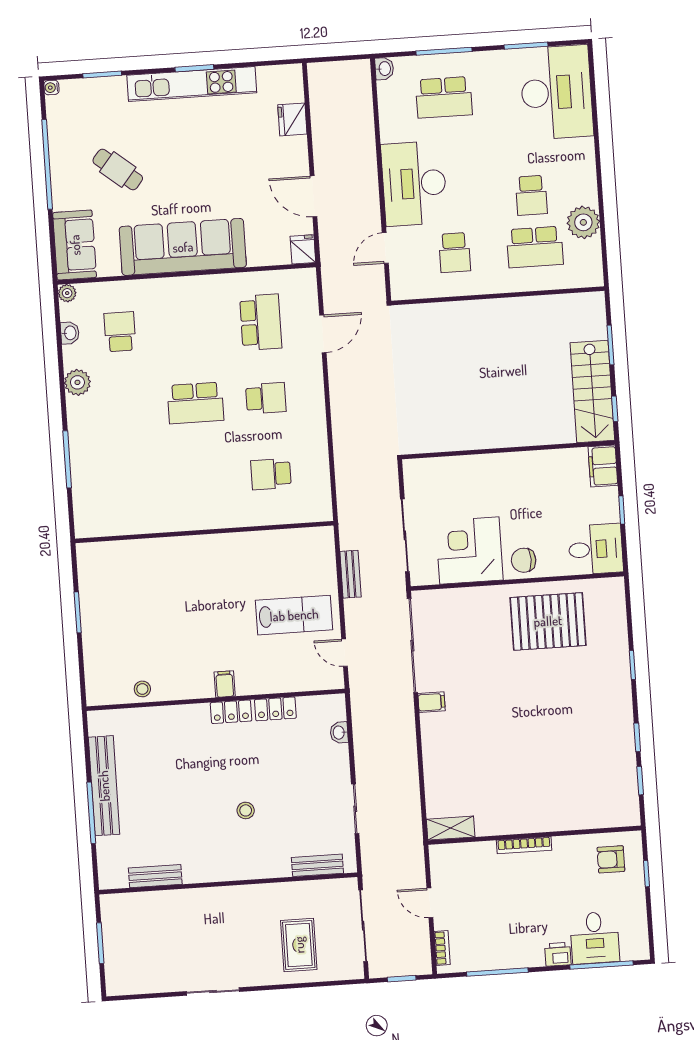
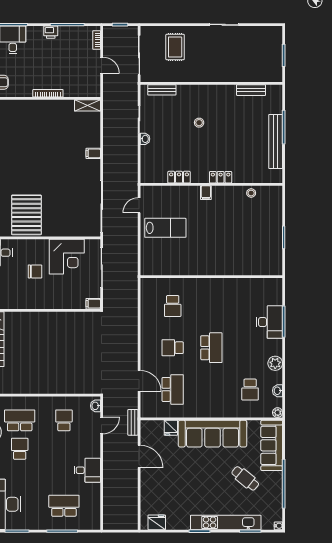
washbasin: (384, 69) -> (95, 406), moved
kitchen unit: (192, 84) -> (226, 522), moved
fridge: (292, 119) -> (157, 522), moved, turned -90
desk: (414, 184) -> (87, 470), width x0.53, depth x0.77
sofa: (75, 245) -> (272, 445), width x1.36
fridge: (303, 249) -> (171, 428), moved
school desk: (261, 322) -> (173, 389), turned 180
door: (323, 334) -> (139, 381), swing flipped
school desk: (195, 403) -> (211, 348), turned 90
desk: (93, 457) -> (270, 322), added
filing cabinet: (416, 468) -> (93, 304), added
school desk: (271, 474) -> (173, 306), turned 90
chair: (524, 560) -> (35, 271), moved
bench: (350, 574) -> (133, 422), moved
lab bench: (294, 615) -> (165, 228), turned 180
pallet: (548, 621) -> (26, 215), turned 90
door: (345, 653) -> (139, 205), swing flipped
filing cabinet: (431, 702) -> (93, 153), moved
locker: (231, 712) -> (221, 177), moved
washbasin: (339, 733) -> (145, 139), moved
printer: (558, 954) -> (51, 32), moved

